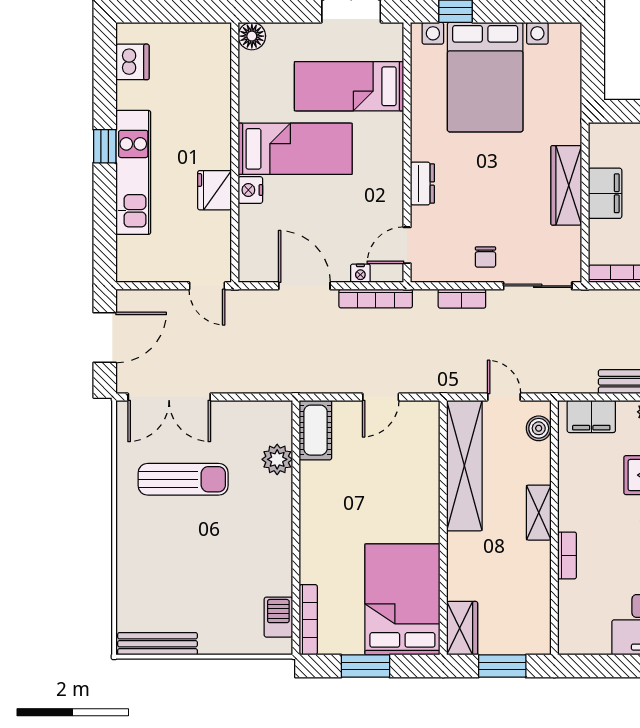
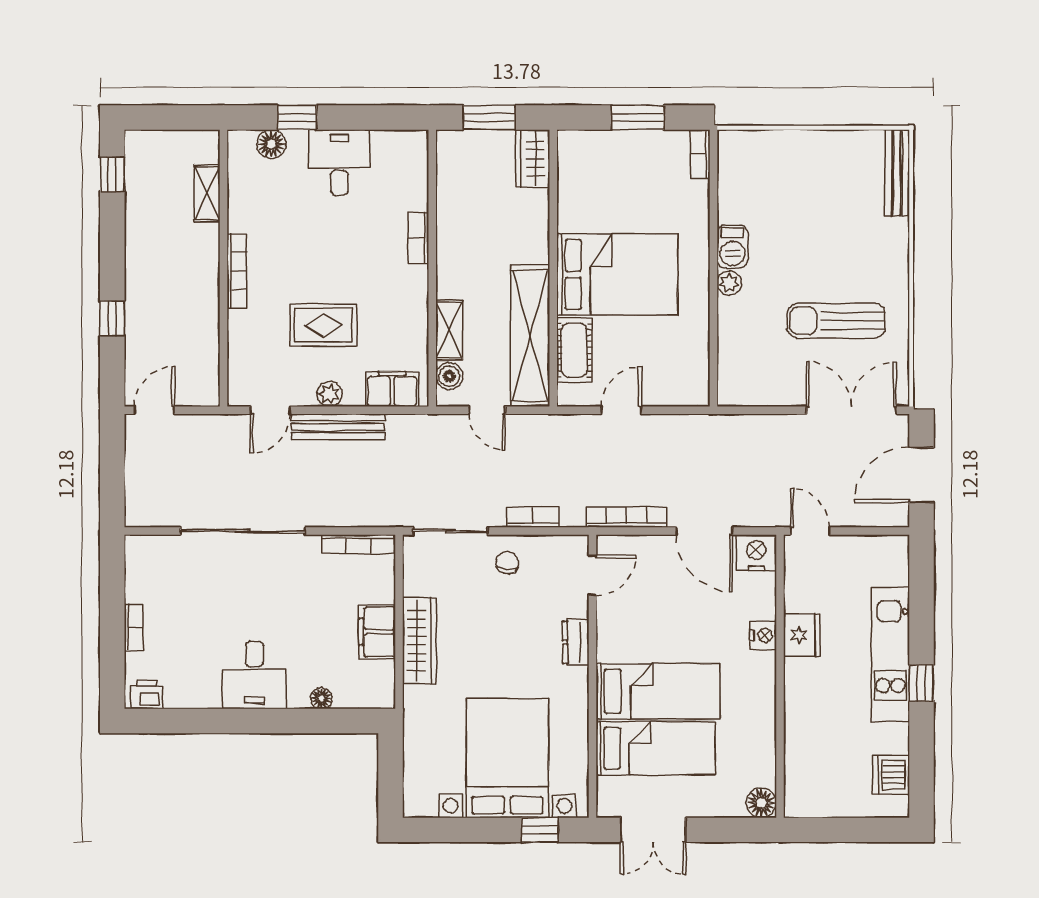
bed: (295, 149) -> (658, 691), moved, turned 180
nightstand: (360, 273) -> (756, 553), moved, width x1.89, depth x1.79
cot: (315, 430) -> (574, 350), moved
plant: (277, 459) -> (729, 283), moved, width x0.73, depth x0.73
shelving: (539, 513) -> (449, 330), moved
bed: (402, 599) -> (617, 274), moved, turned -90
barbecue: (278, 617) -> (732, 247), moved
bookcase: (308, 620) -> (700, 154), width x0.64
bench: (158, 644) -> (897, 173), moved, turned 90

